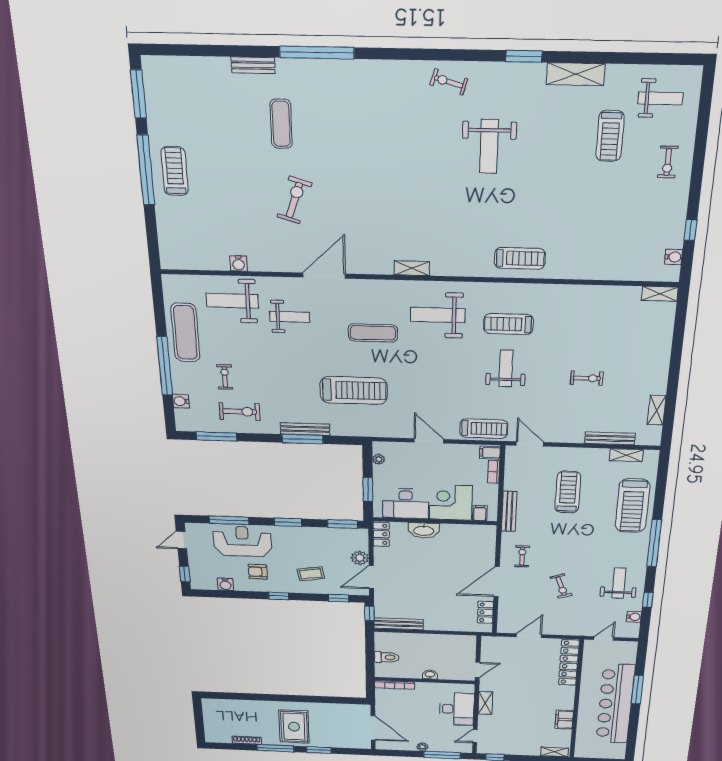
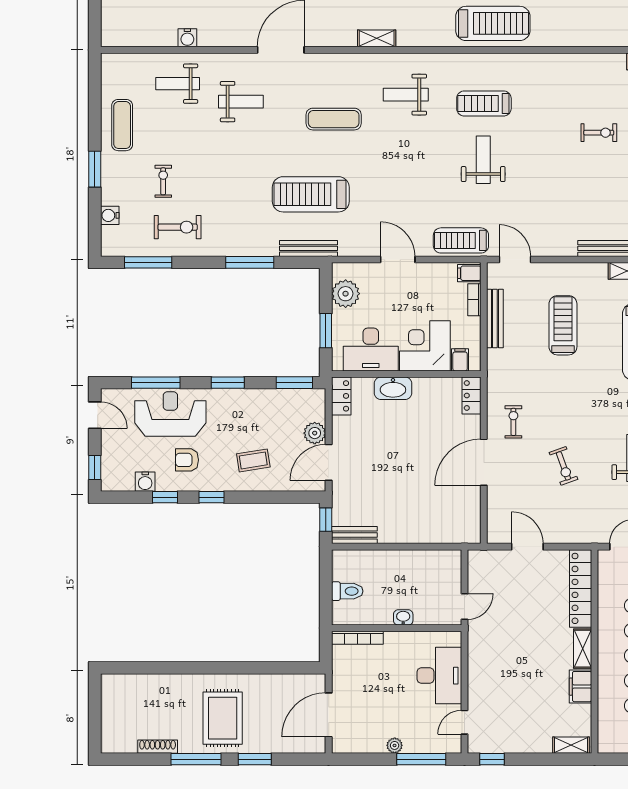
treadmill: (520, 258) -> (493, 23), width x1.37, depth x1.38
weight bench: (232, 301) -> (178, 84), width x0.73, depth x0.75
weight bench: (438, 315) -> (406, 95), width x0.73, depth x0.75
exercise mat: (185, 333) -> (122, 125), width x0.73, depth x0.69
window: (165, 366) -> (95, 169), width x0.47
exercise bike: (587, 378) -> (599, 133), moved
treadmill: (354, 390) -> (311, 194), turned 180
bench: (305, 429) -> (309, 248), moved
treadmill: (484, 429) -> (461, 240), turned 180
plant: (379, 459) -> (346, 294), width x1.88, depth x1.88
bench: (509, 511) -> (495, 319), moved
door: (181, 540) -> (95, 415), swing flipped
window: (339, 598) -> (165, 497), moved
locker: (485, 612) -> (471, 395), moved
bench: (399, 624) -> (354, 535), width x0.73
door: (529, 636) -> (527, 547), hinge flipped
shelving: (485, 703) -> (583, 649), moved
door: (373, 728) -> (329, 715), swing flipped

